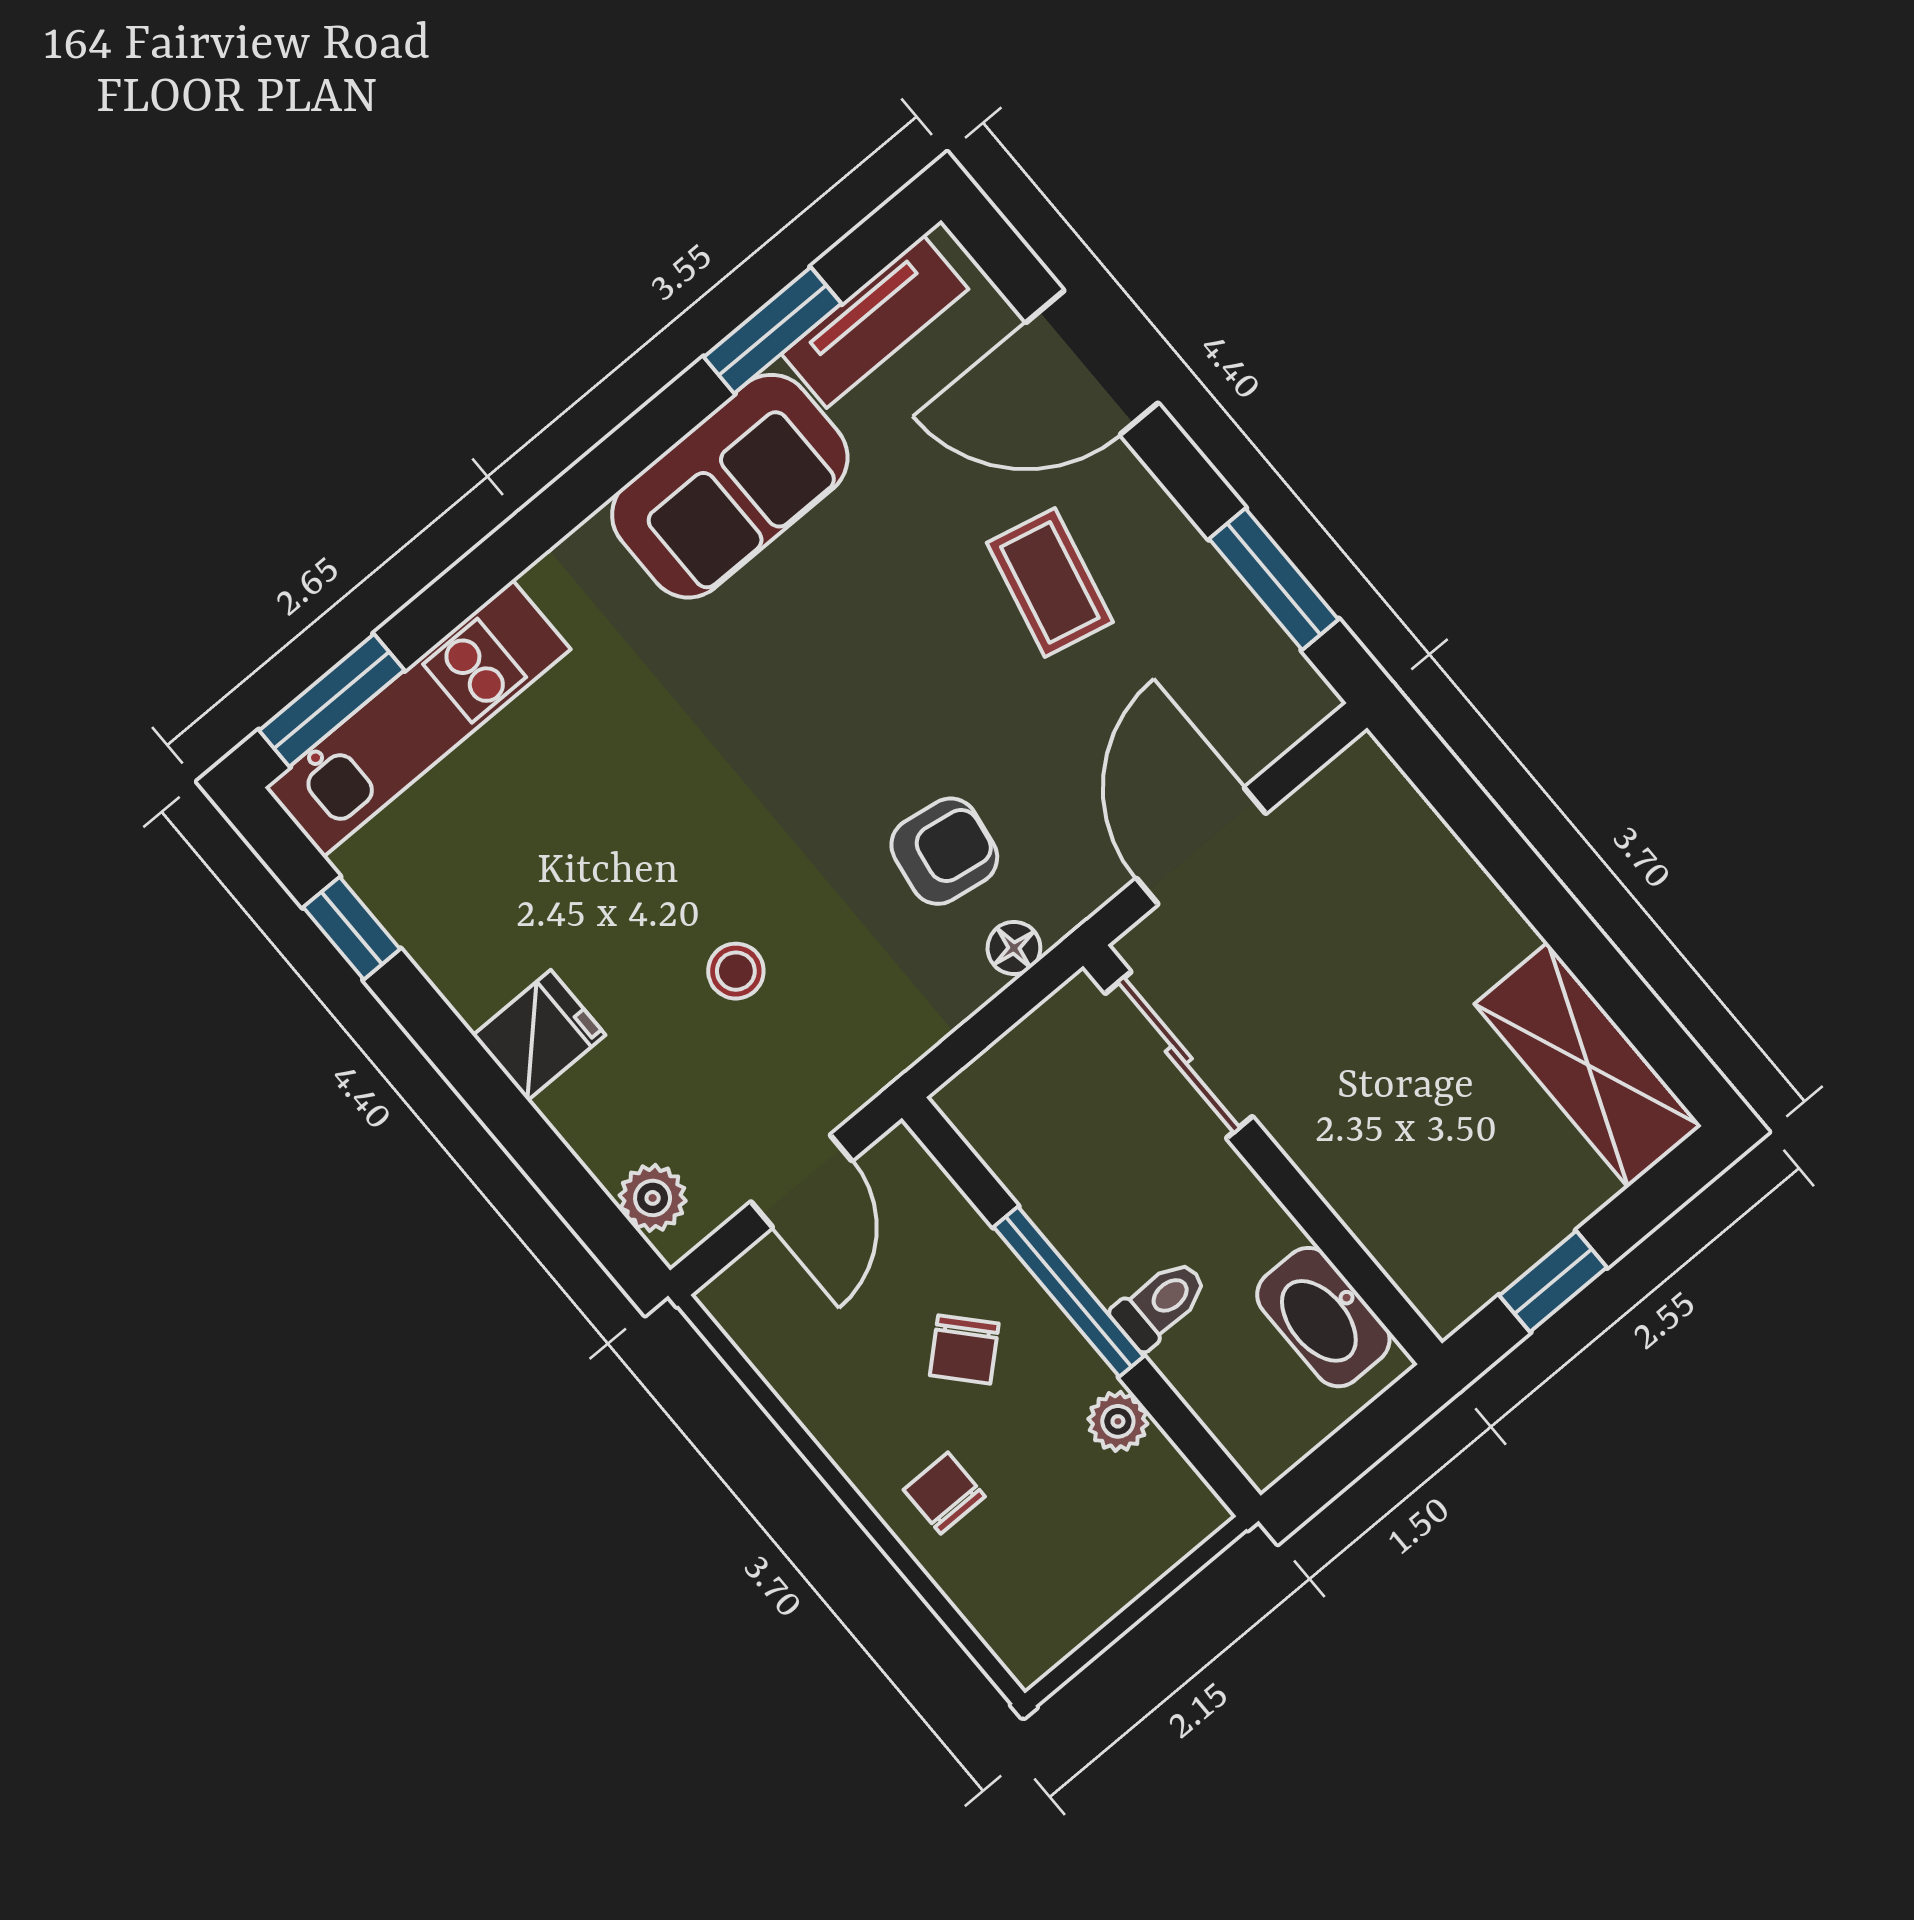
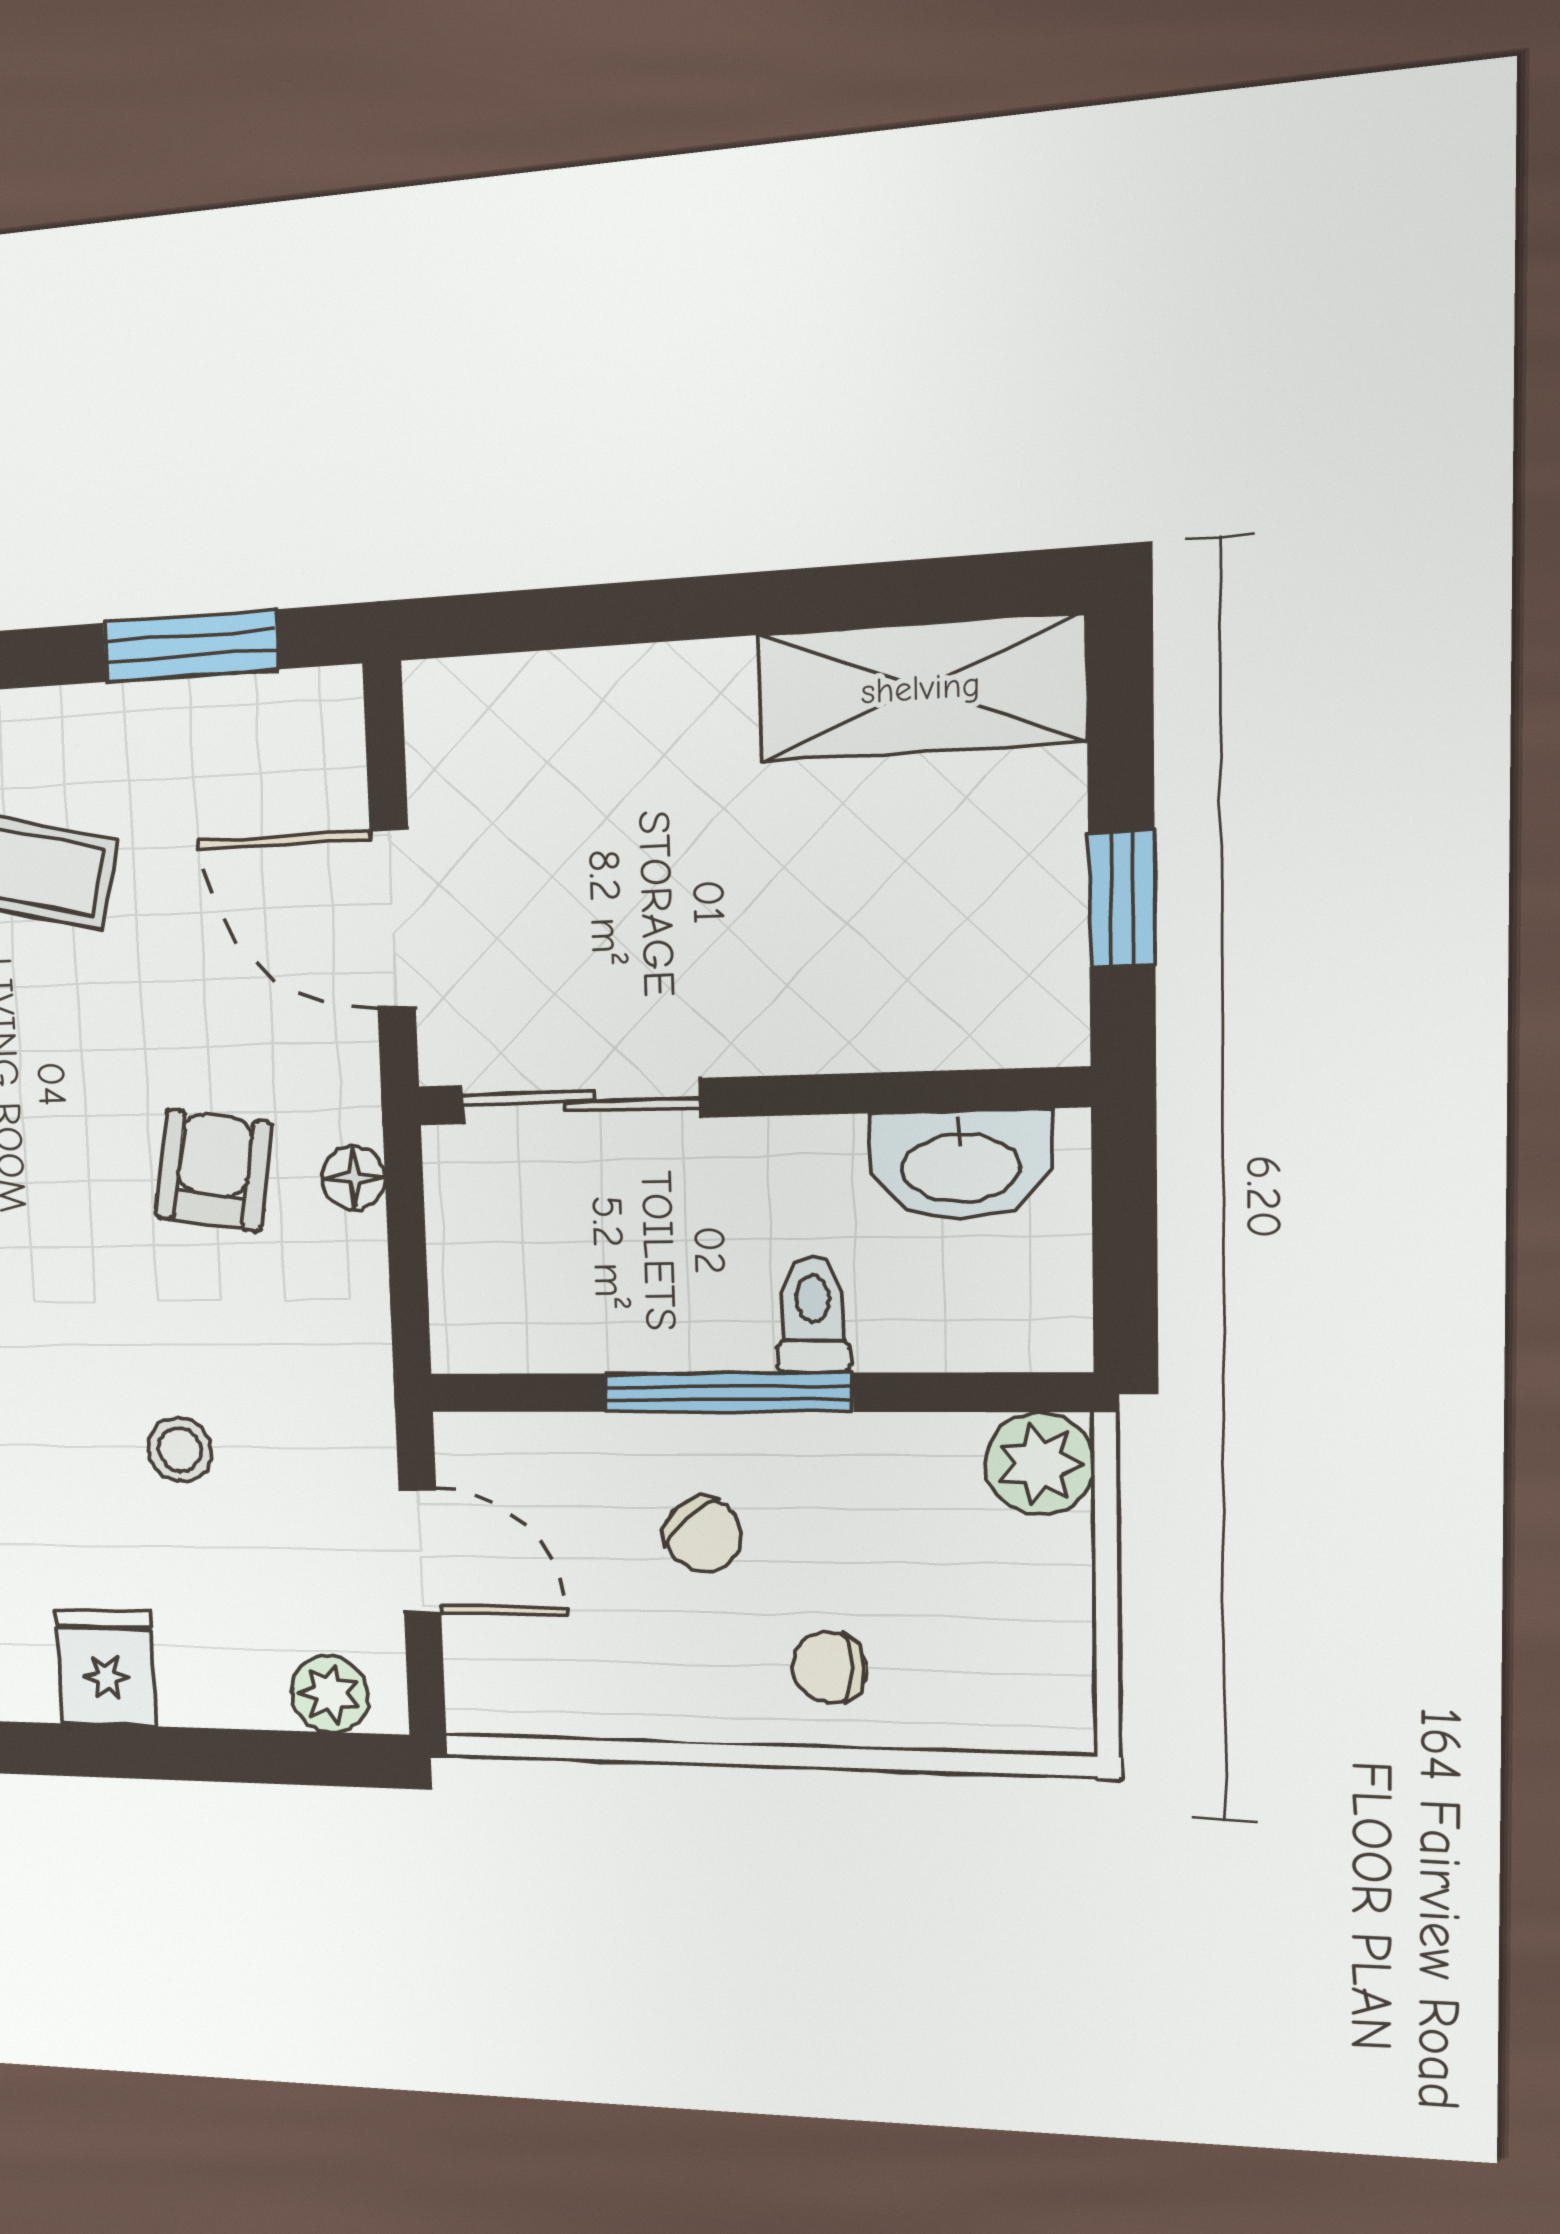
plant: (1118, 1421) -> (1040, 1464), moved, width x1.38, depth x1.38

